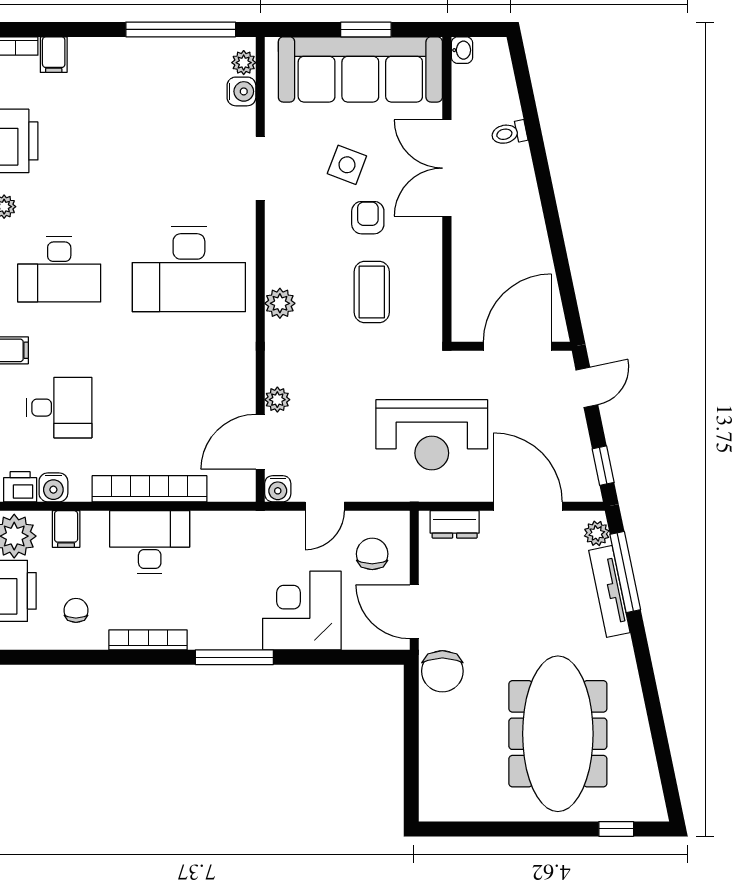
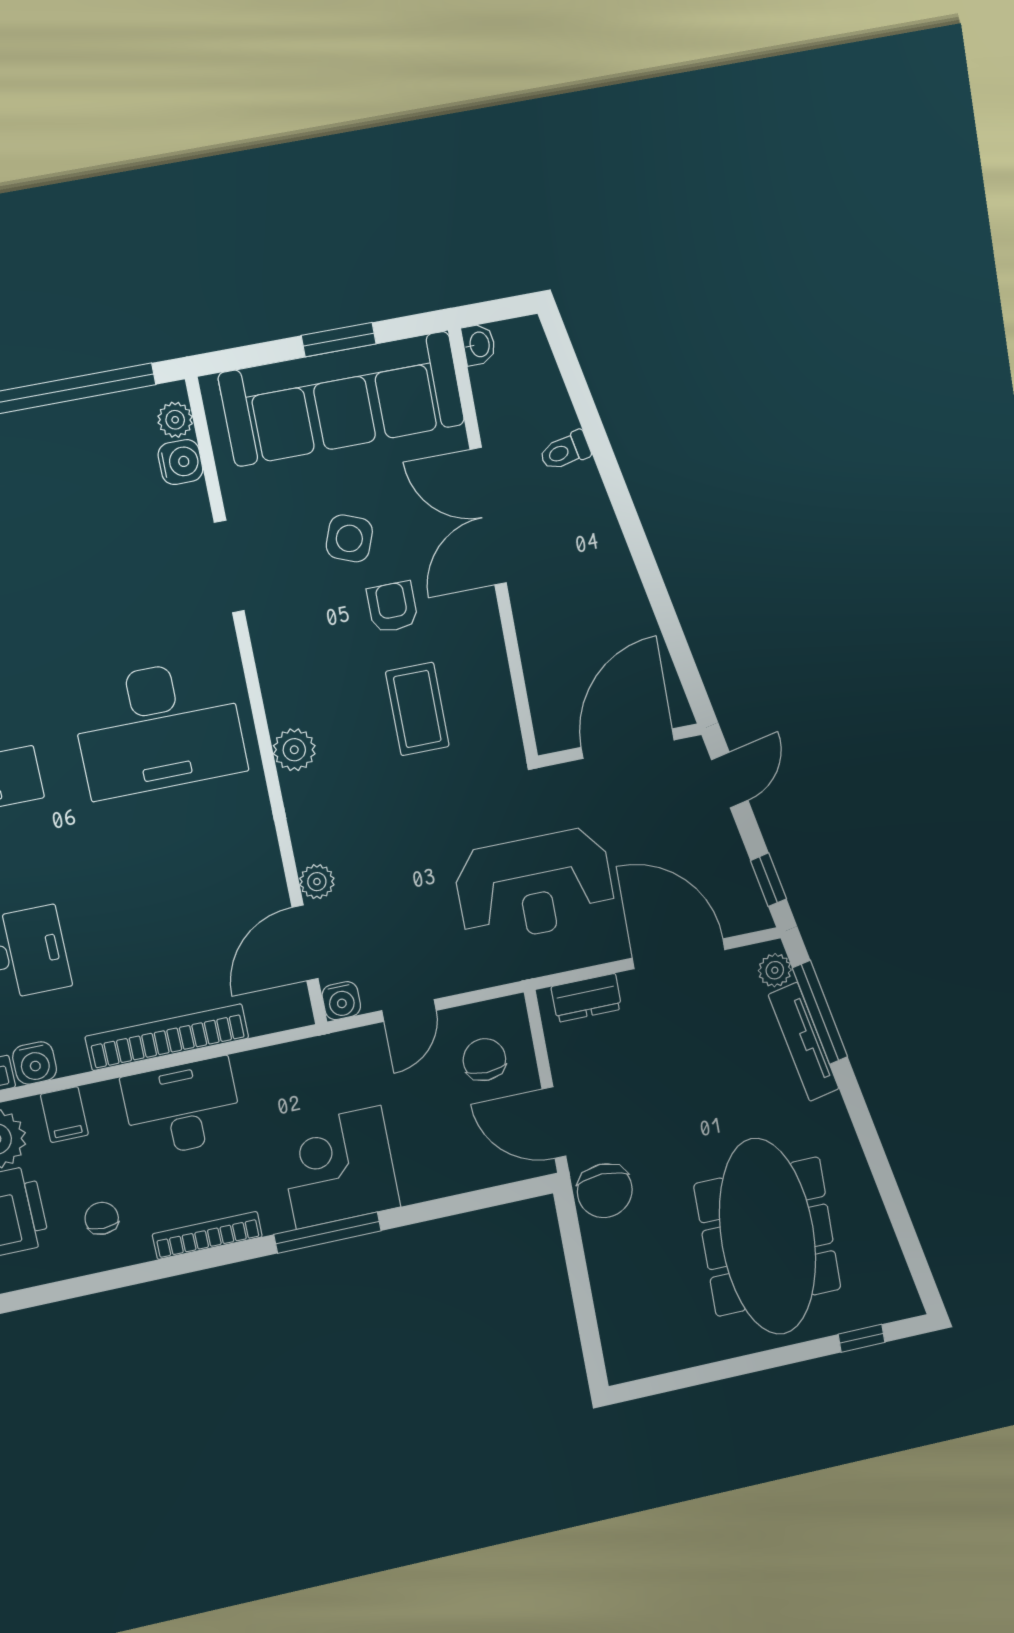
corner desk: (302, 611) -> (339, 1167), moved

